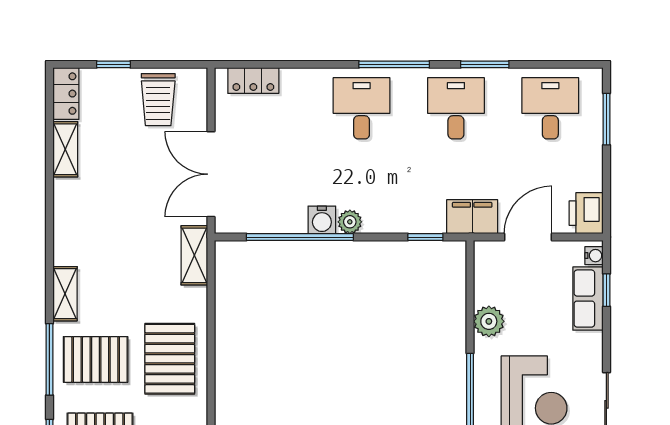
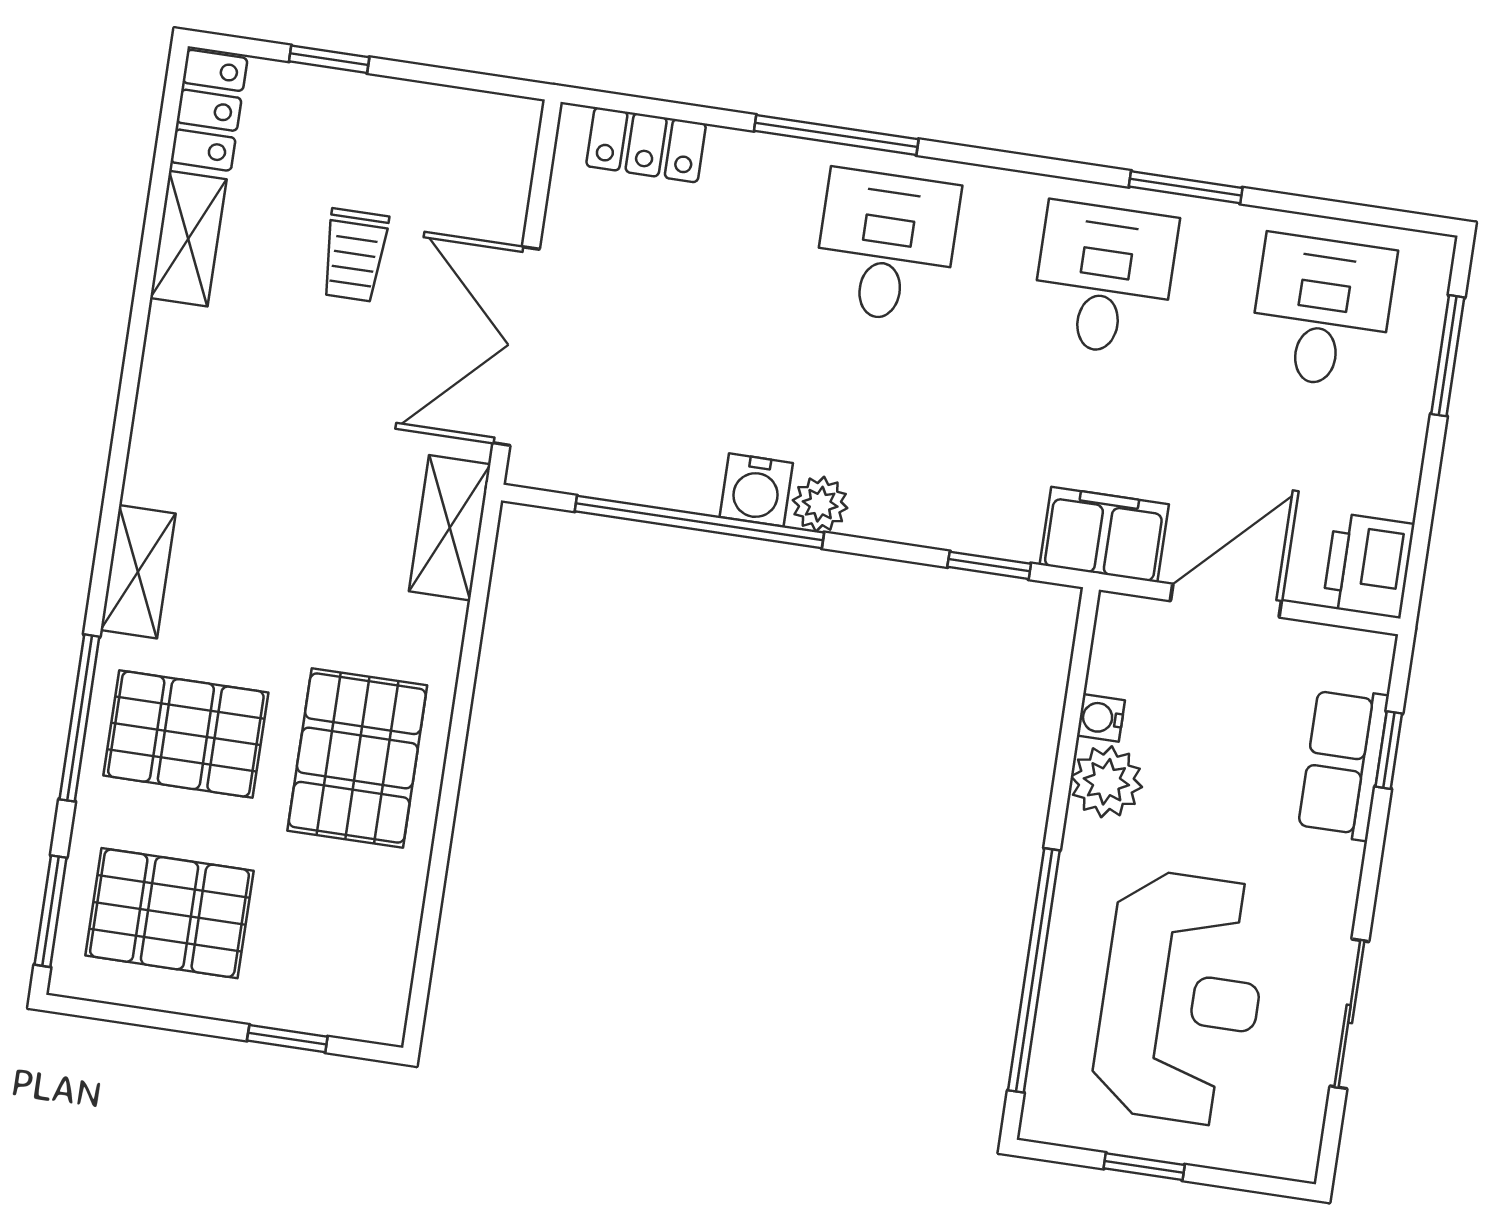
window: (394, 64) -> (836, 135), moved
trolley: (158, 100) -> (354, 255), moved, width x0.73, depth x0.72
water cooler: (594, 256) -> (1101, 718), moved, turned 180

